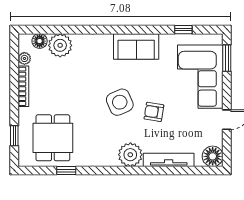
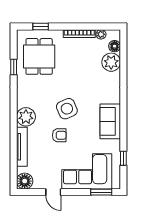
armchair: (154, 112) -> (59, 135), turned 81
dining table: (53, 138) -> (39, 56), turned 90

